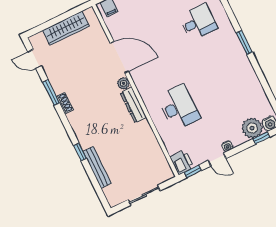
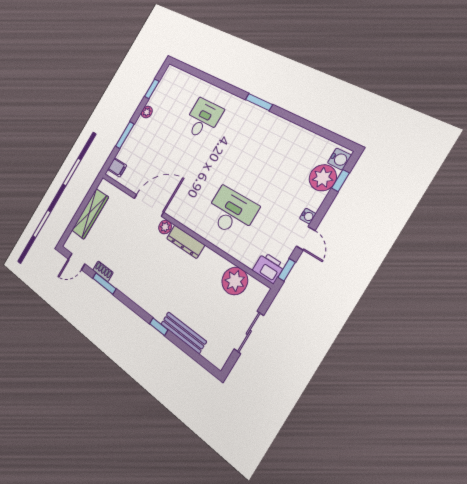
shoe rack: (65, 103) -> (103, 271), moved
plant: (154, 156) -> (235, 281), added
door: (217, 160) -> (306, 238), hinge flipped

